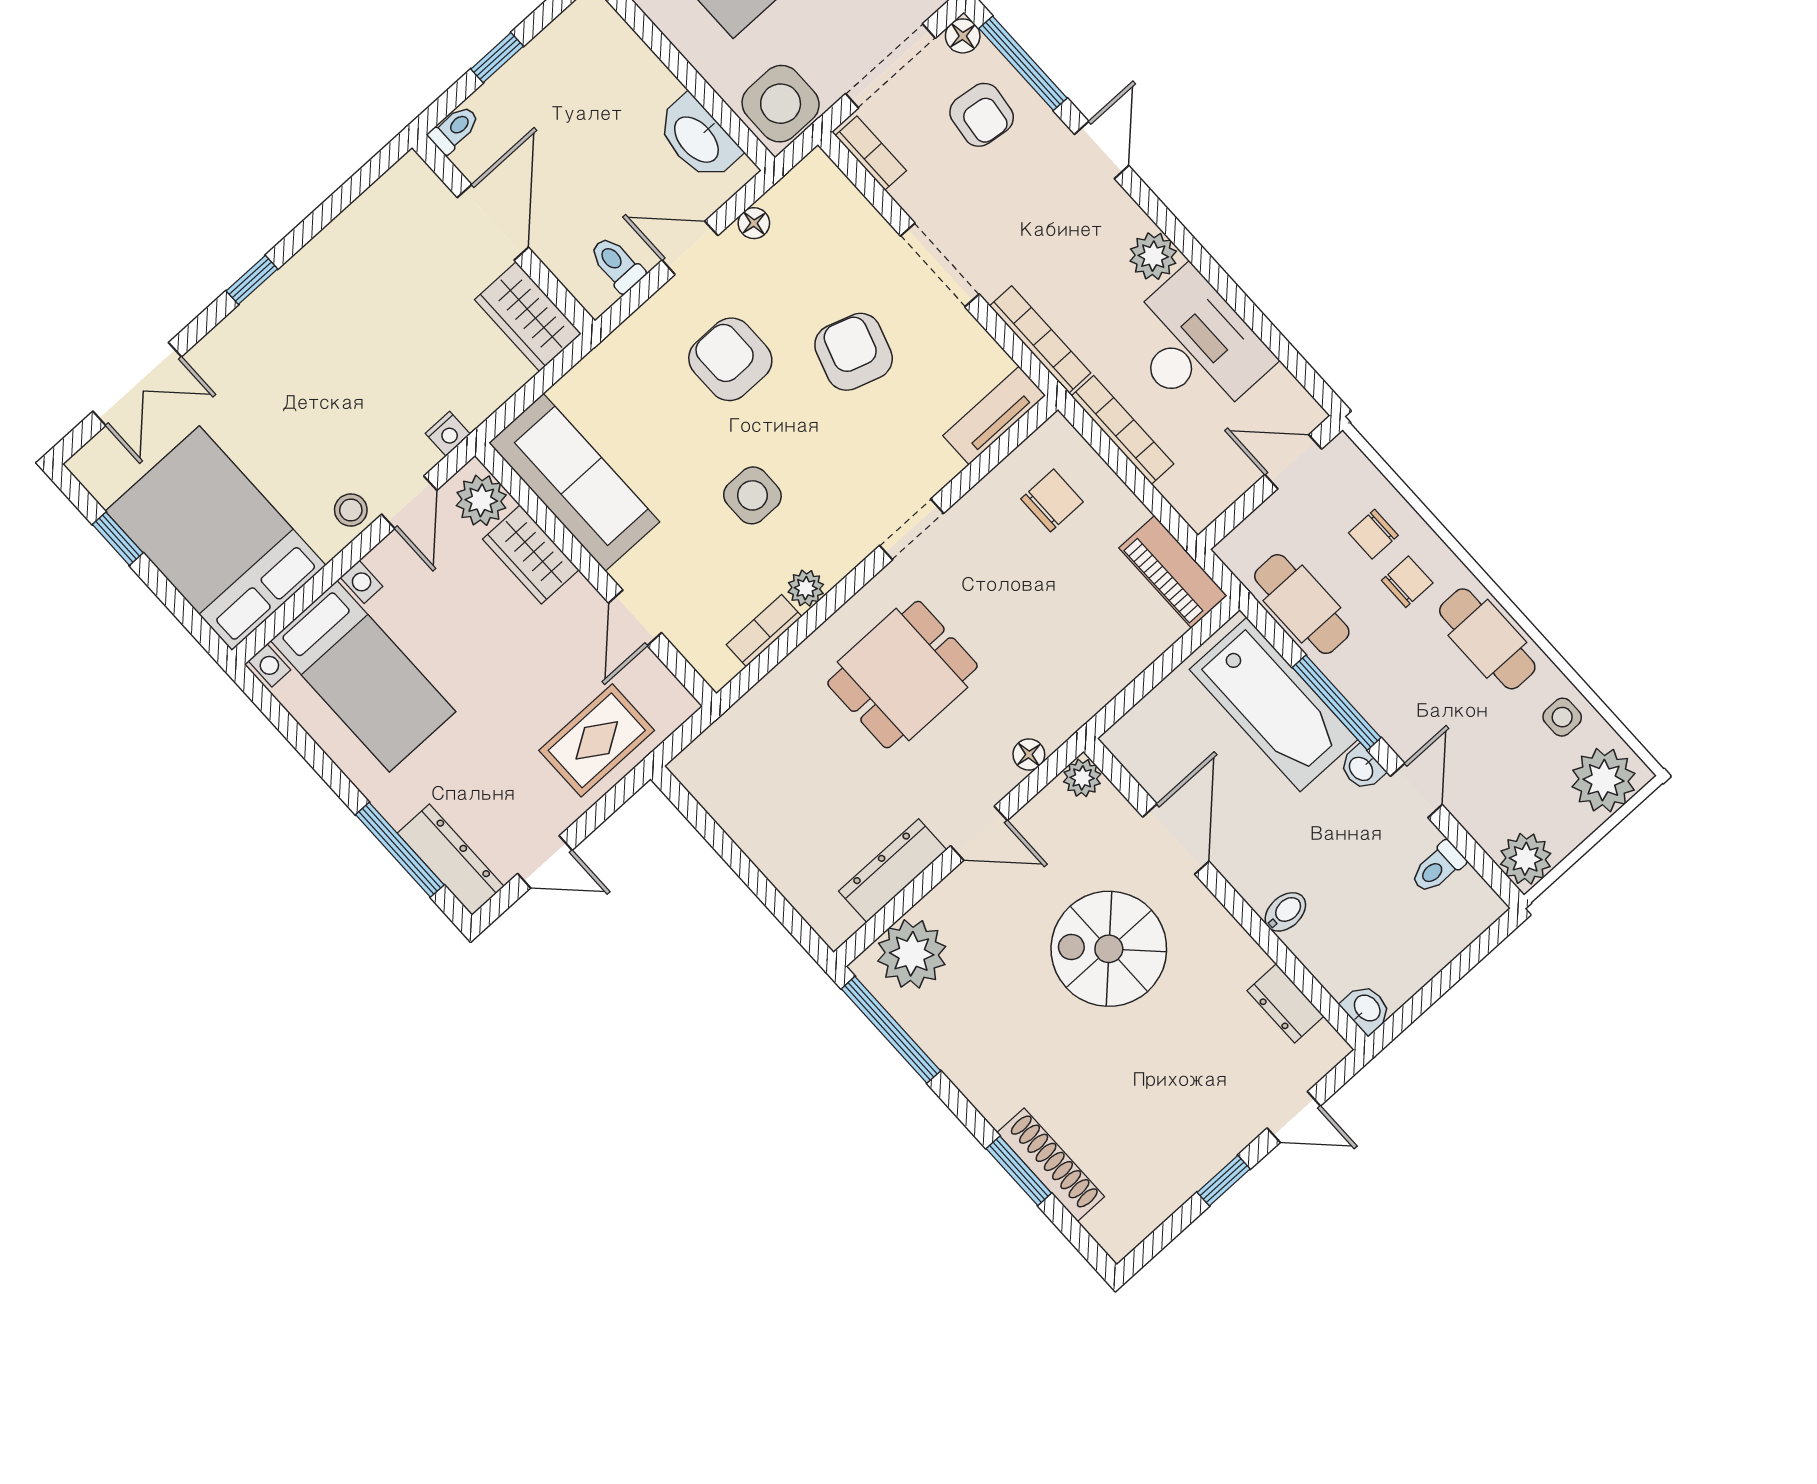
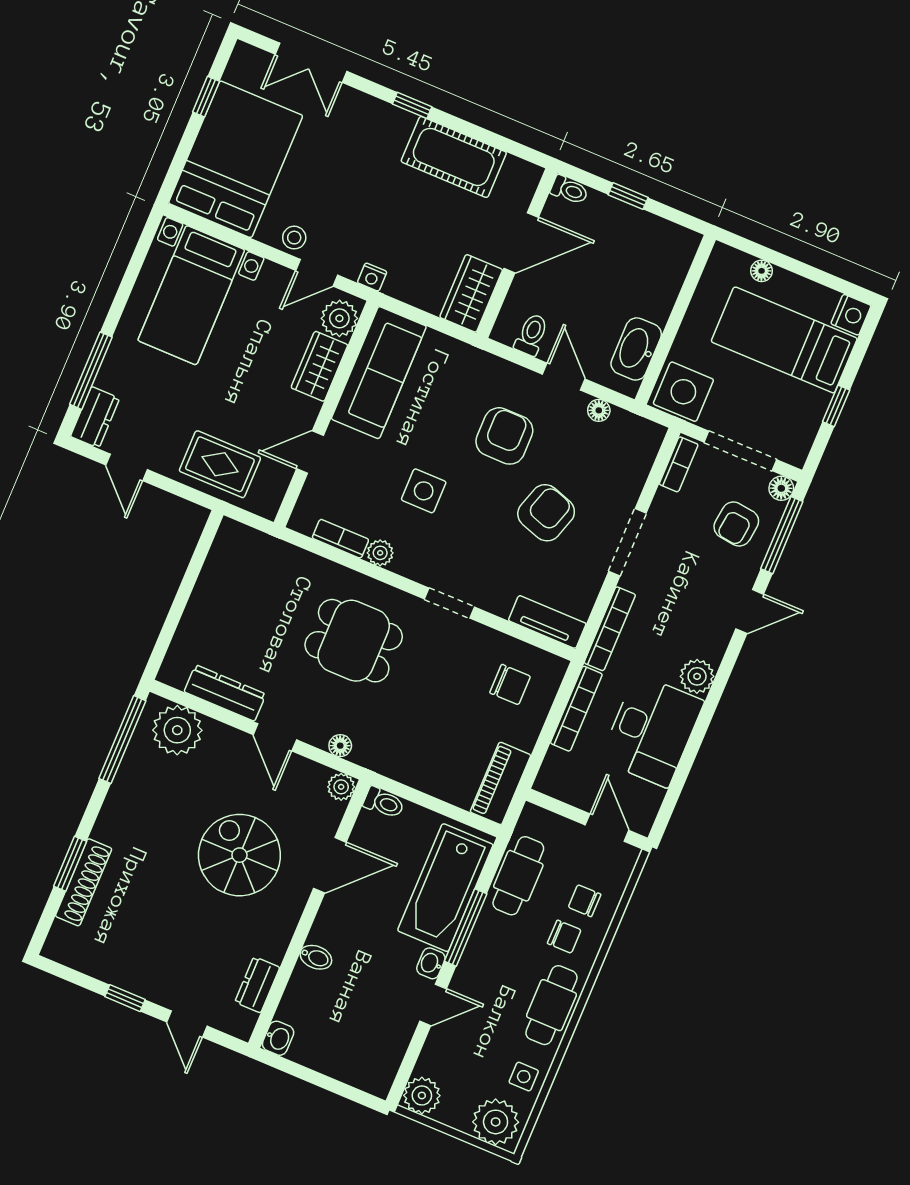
cot: (343, 258) -> (454, 157), added
dresser: (451, 860) -> (95, 417), width x0.70
toilet: (1438, 868) -> (384, 803), moved, turned 180

